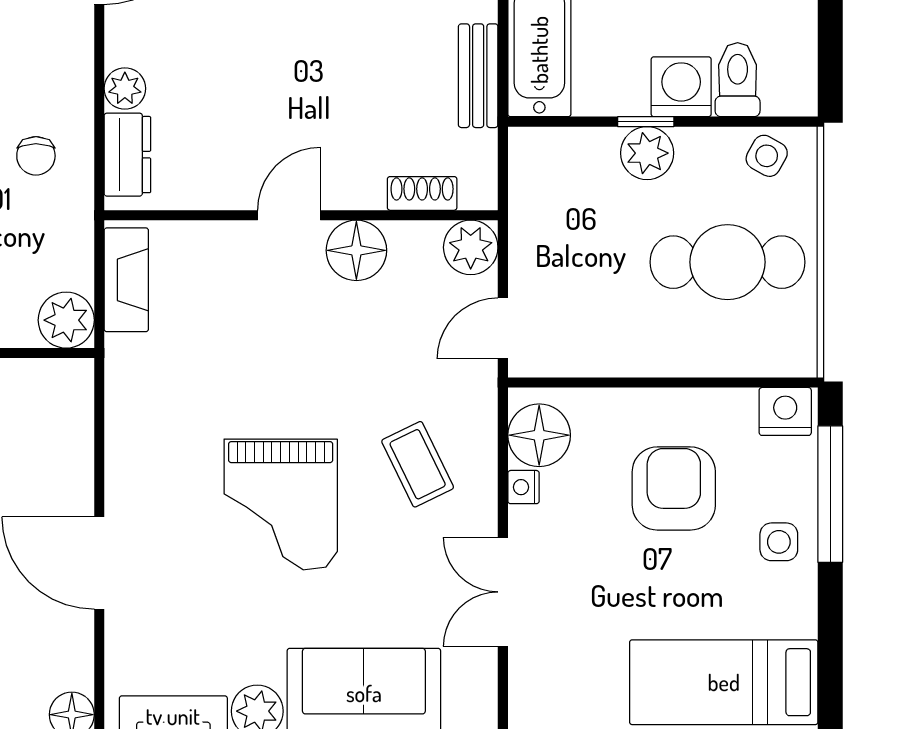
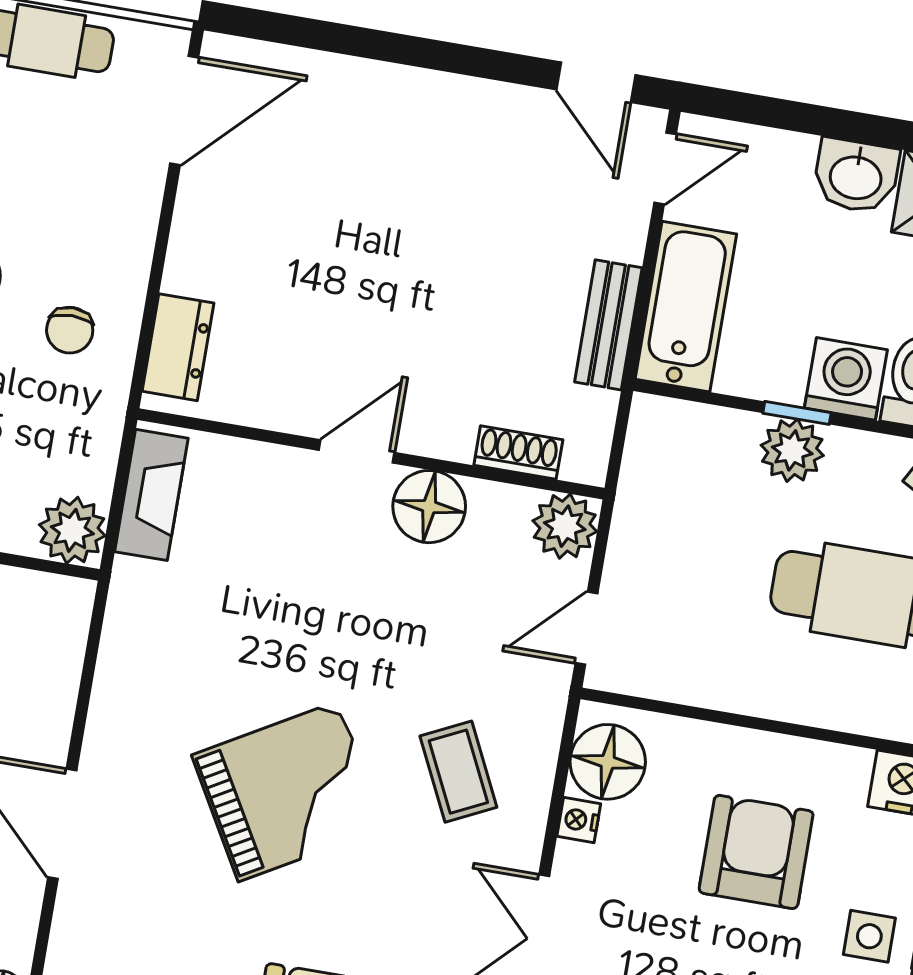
plant: (125, 88) -> (188, 269), removed
grand piano: (281, 504) -> (288, 791), turned -120

